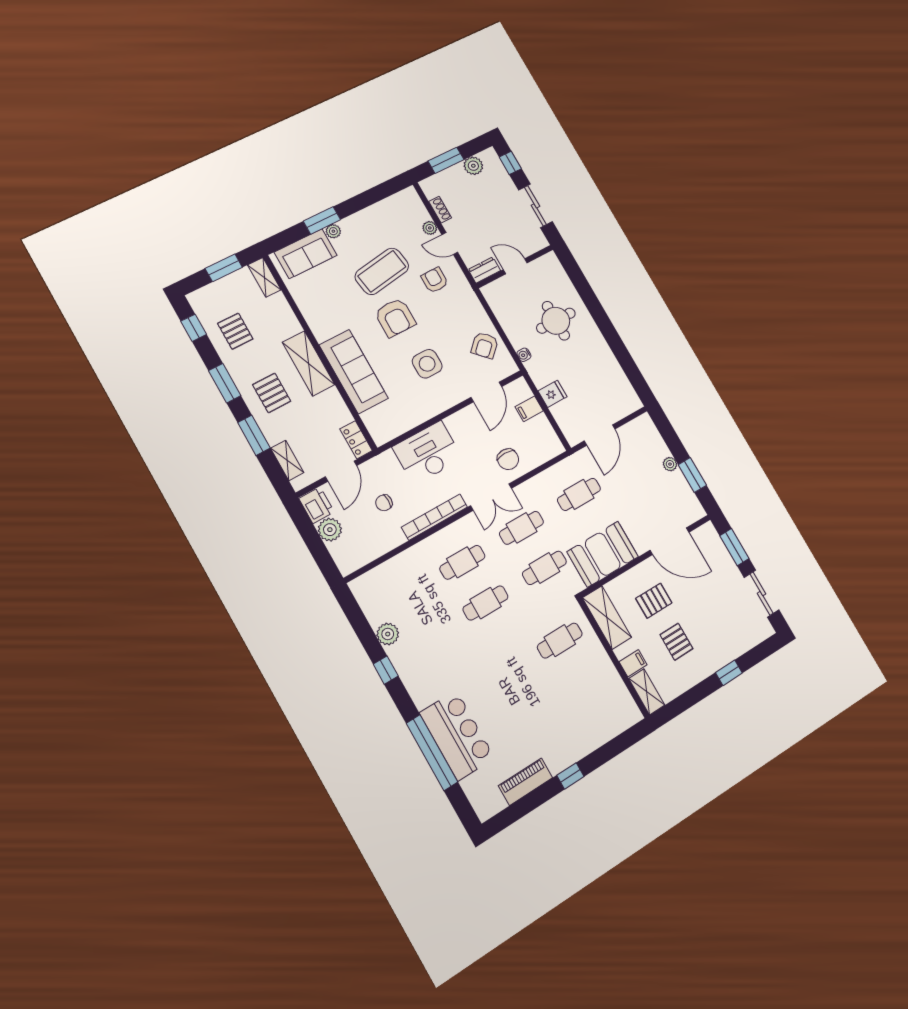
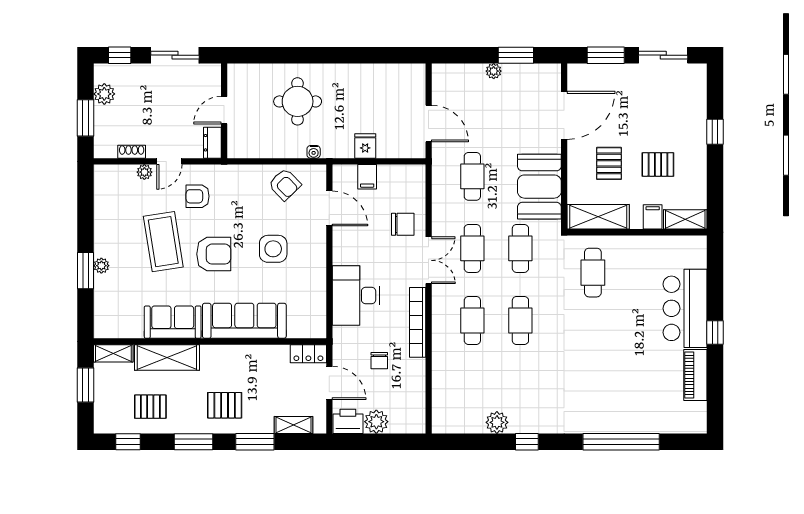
sofa: (306, 254) -> (173, 322), moved, turned -90
shelving: (309, 363) -> (167, 357), moved
bar counter: (457, 735) -> (685, 308), moved, turned -90

